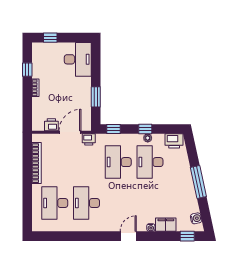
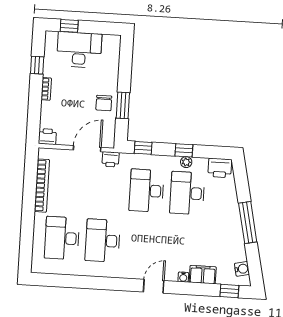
desk: (78, 59) -> (79, 50), moved, turned -90
chair: (81, 96) -> (104, 103), added
printer: (51, 125) -> (47, 137), moved

